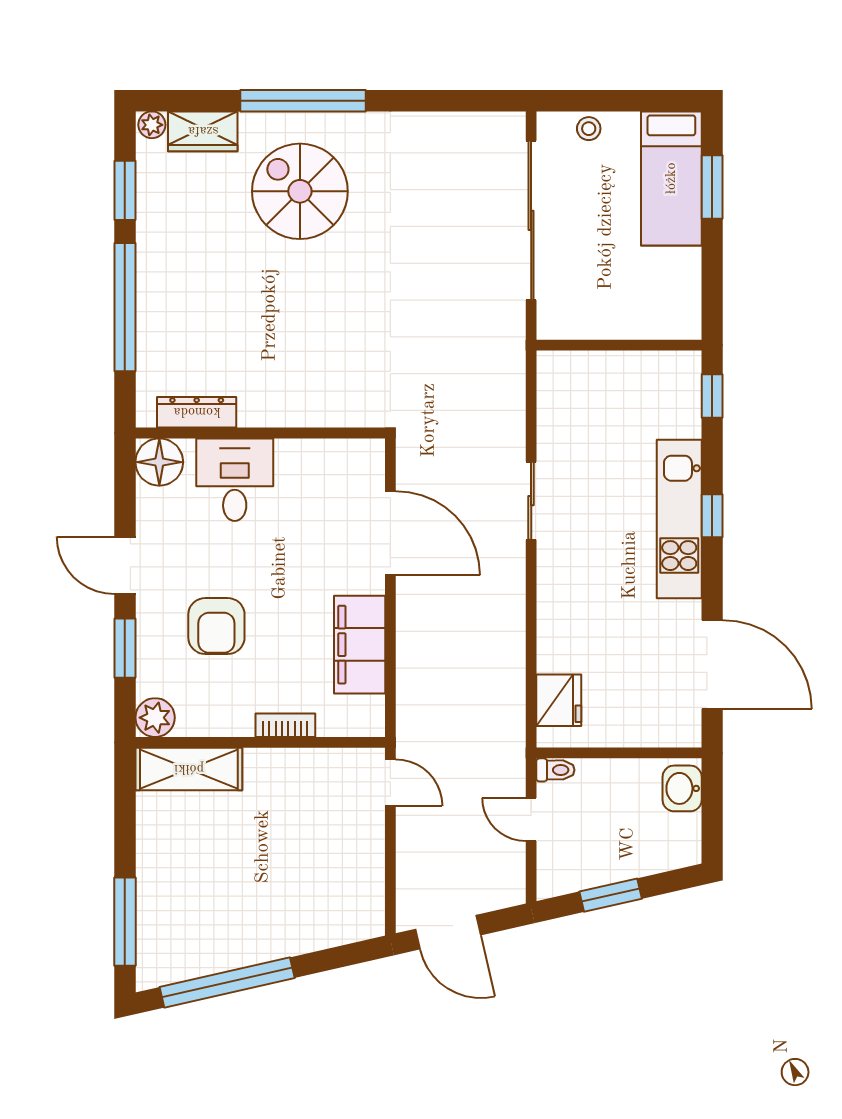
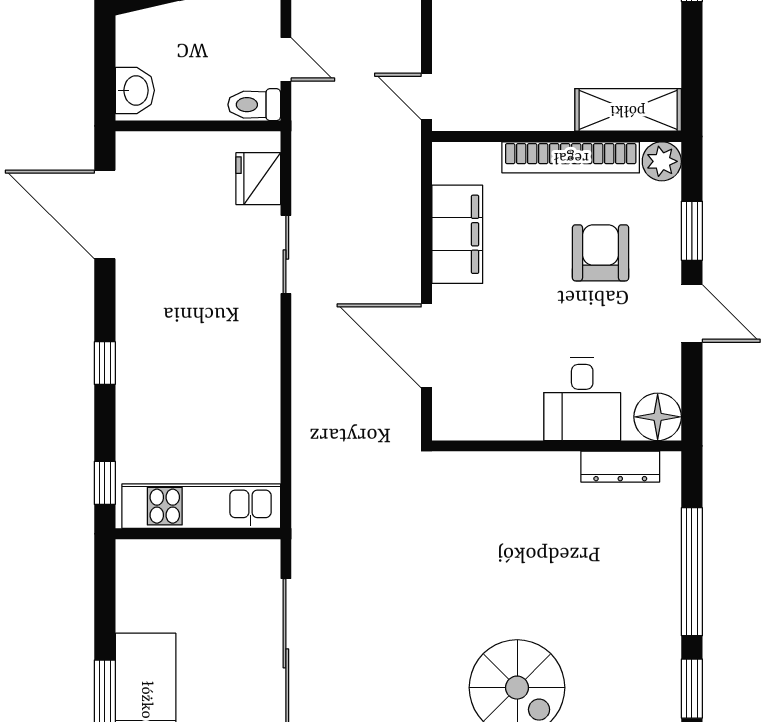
sliding door: (531, 501) -> (286, 254), moved
kitchen unit: (679, 519) -> (201, 506), moved, turned -90
bookcase: (285, 725) -> (571, 157), width x2.31, depth x1.31
toilet: (555, 770) -> (254, 105), width x1.37, depth x1.39

